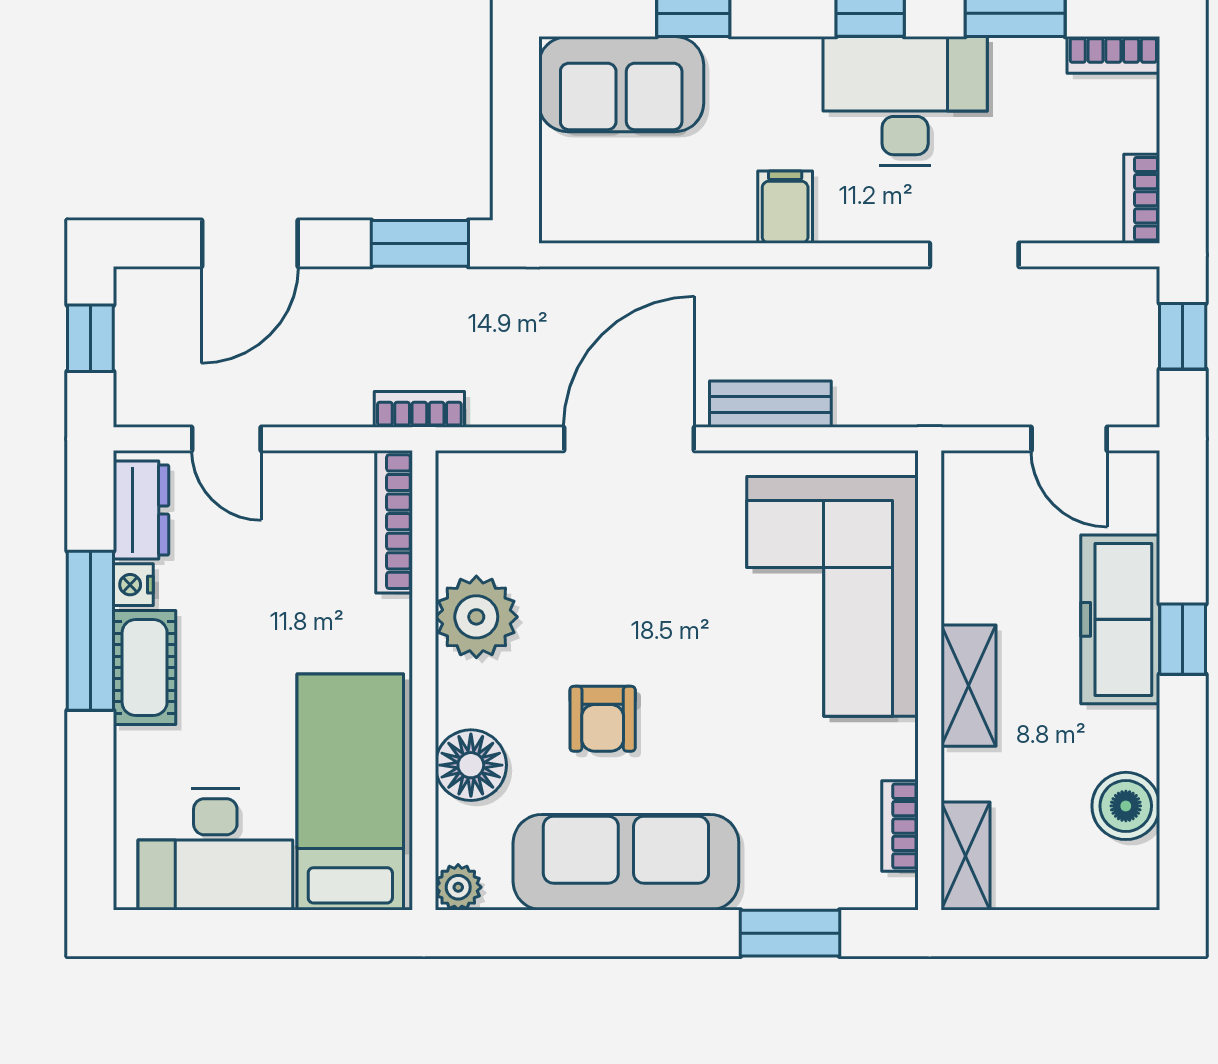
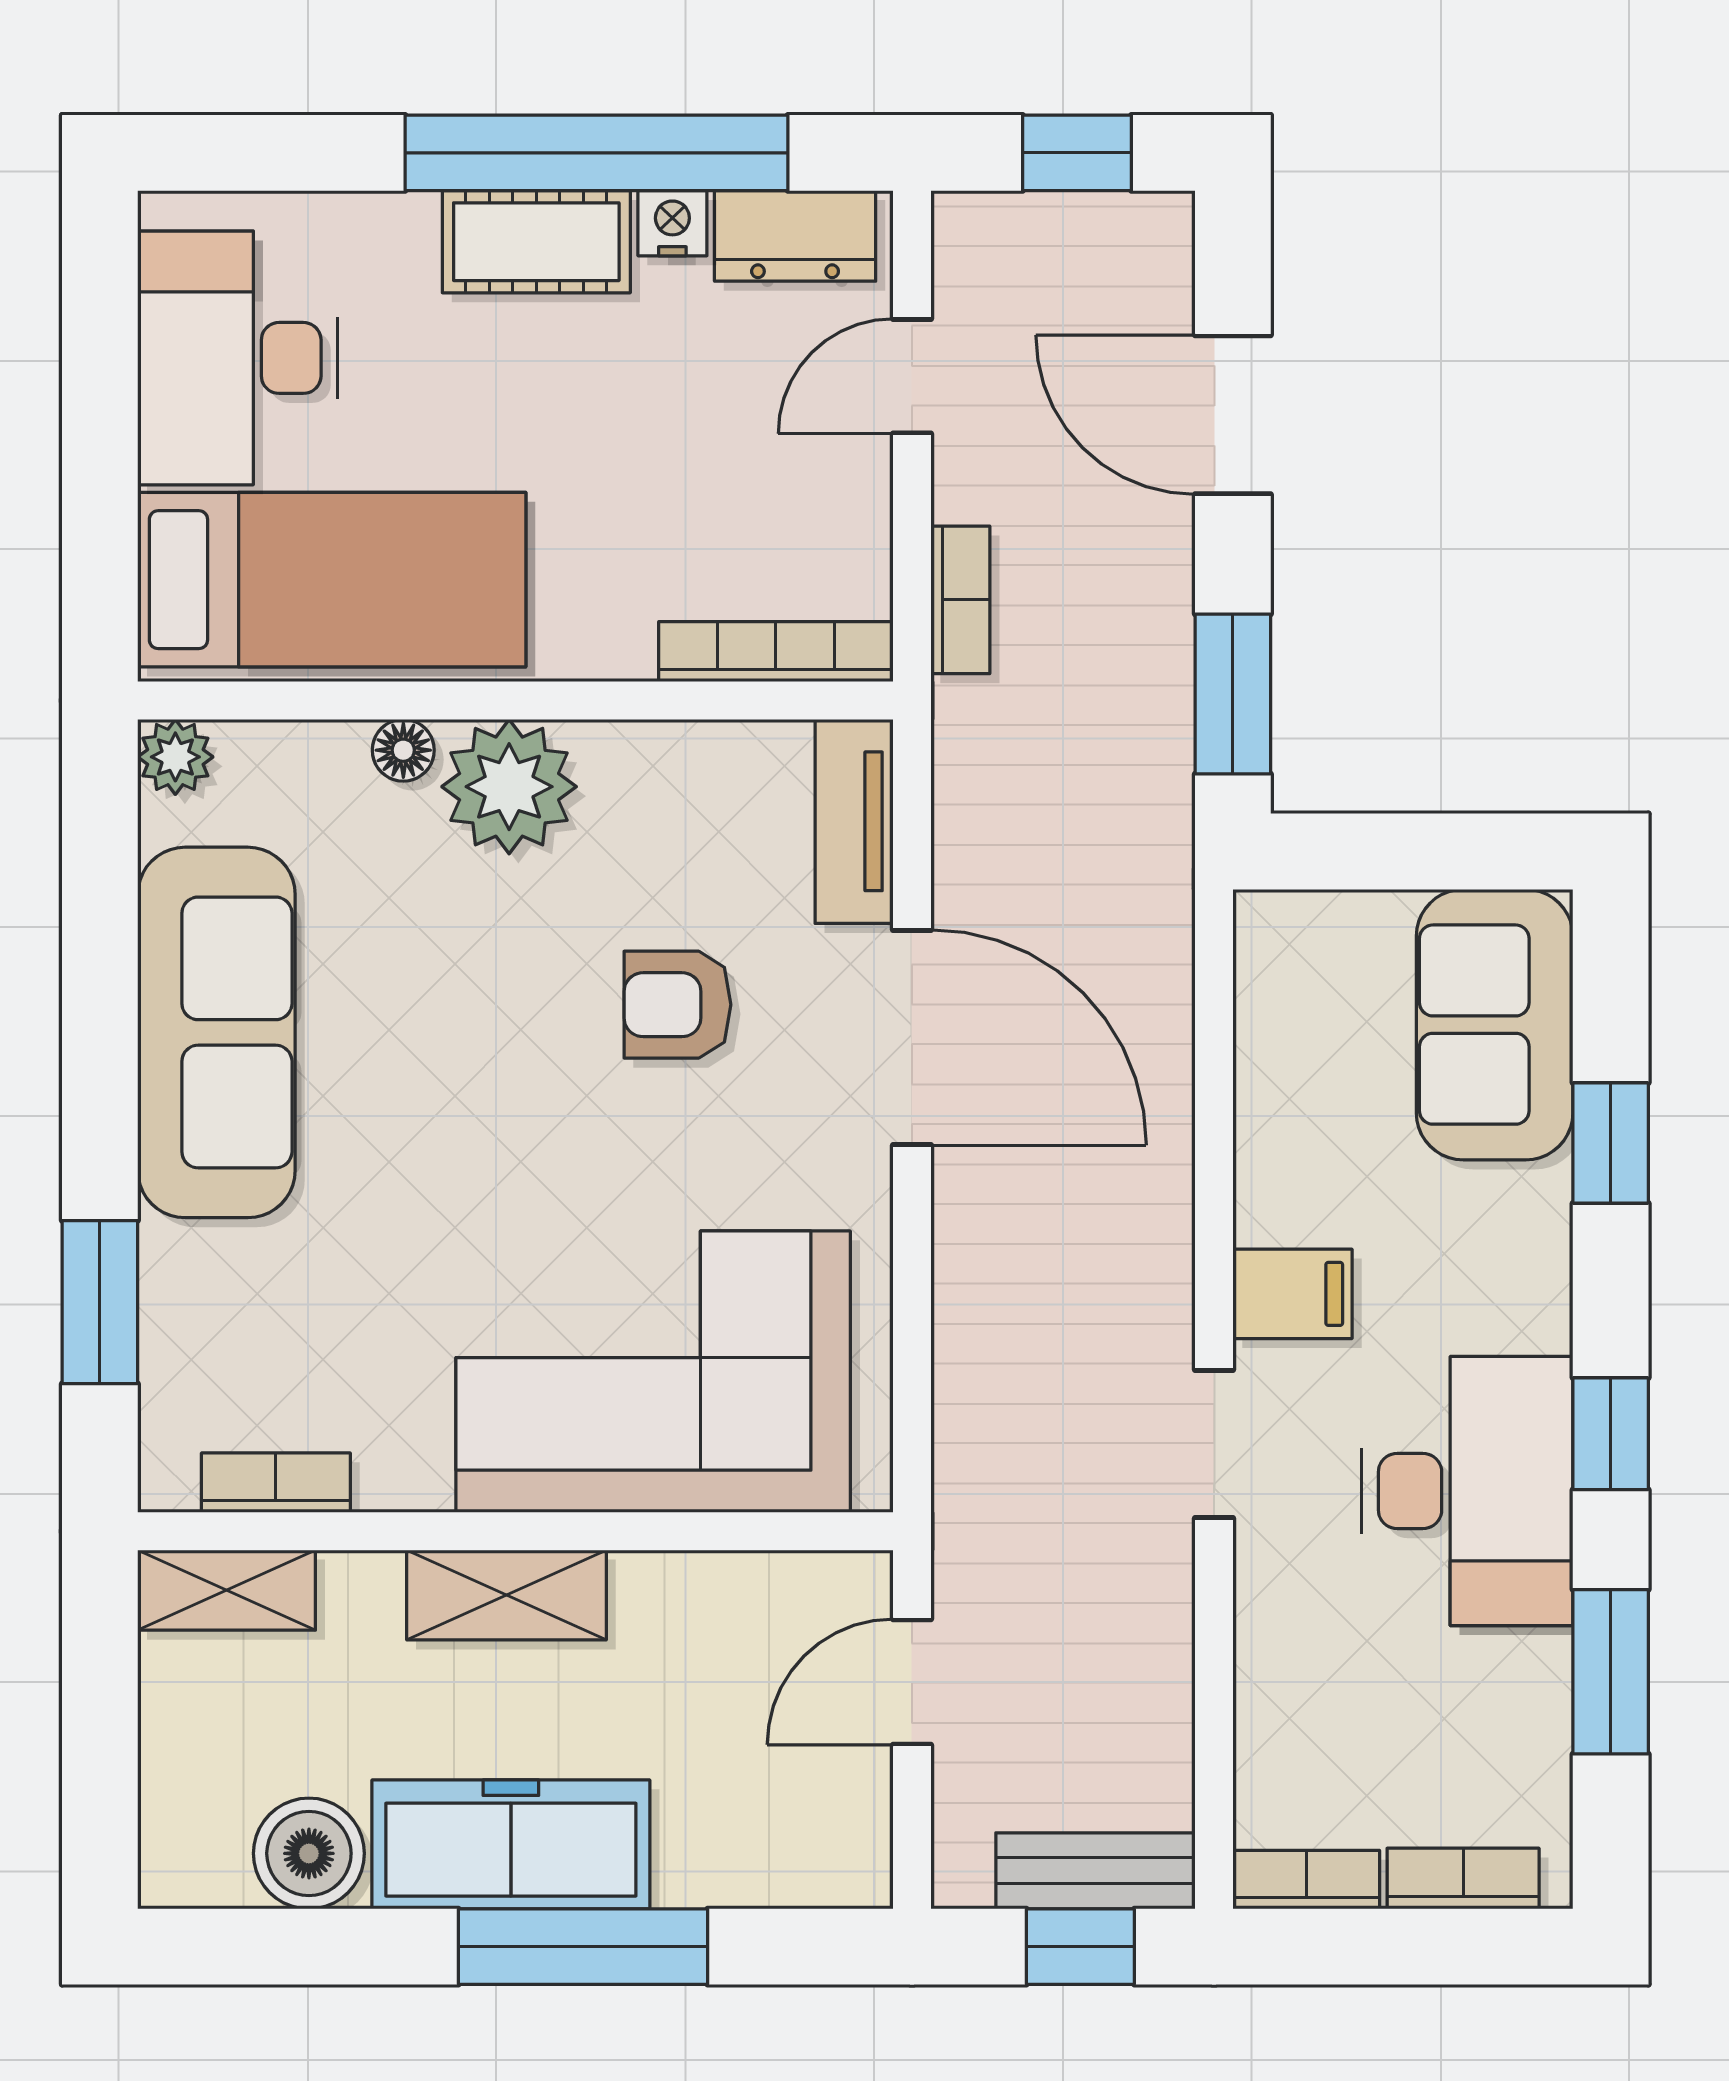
bookcase: (1113, 55) -> (1463, 1879), moved, turned 90
doorway: (974, 255) -> (1214, 1444), moved
bench: (770, 404) -> (1095, 1871), moved, turned 90
bookcase: (419, 409) -> (960, 600), moved
door: (1069, 439) -> (912, 1682), moved
tv unit: (497, 474) -> (854, 821), added
plant: (476, 617) -> (509, 787), moved
freezer: (1120, 619) -> (511, 1844), moved
window: (90, 631) -> (597, 153), width x1.46
window: (1183, 639) -> (583, 1947), width x2.17
armchair: (603, 719) -> (677, 1005), moved
floor lamp: (471, 765) -> (403, 750), width x0.53, depth x0.53

